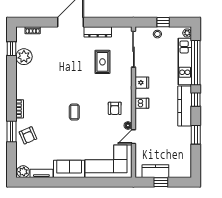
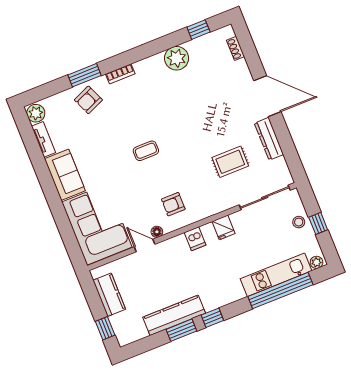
plant: (24, 57) -> (177, 58), moved
window: (196, 100) -> (212, 318), moved
kitchen counter: (185, 106) -> (174, 315), moved
window: (161, 182) -> (105, 328), moved

